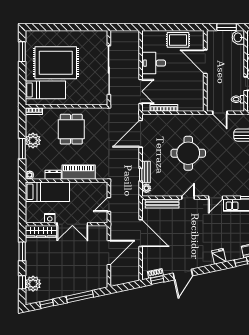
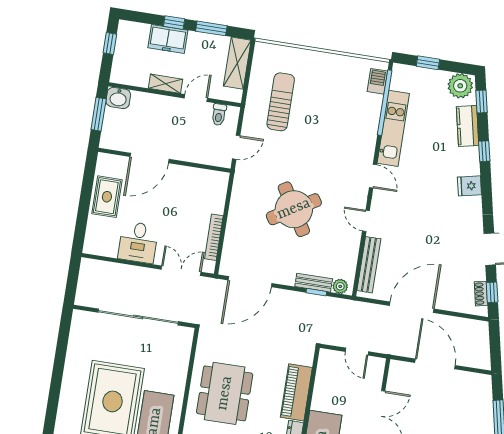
dining table: (71, 129) -> (225, 393), width x1.38
door: (141, 134) -> (250, 282), hinge flipped
round table: (188, 153) -> (294, 209), turned -31

